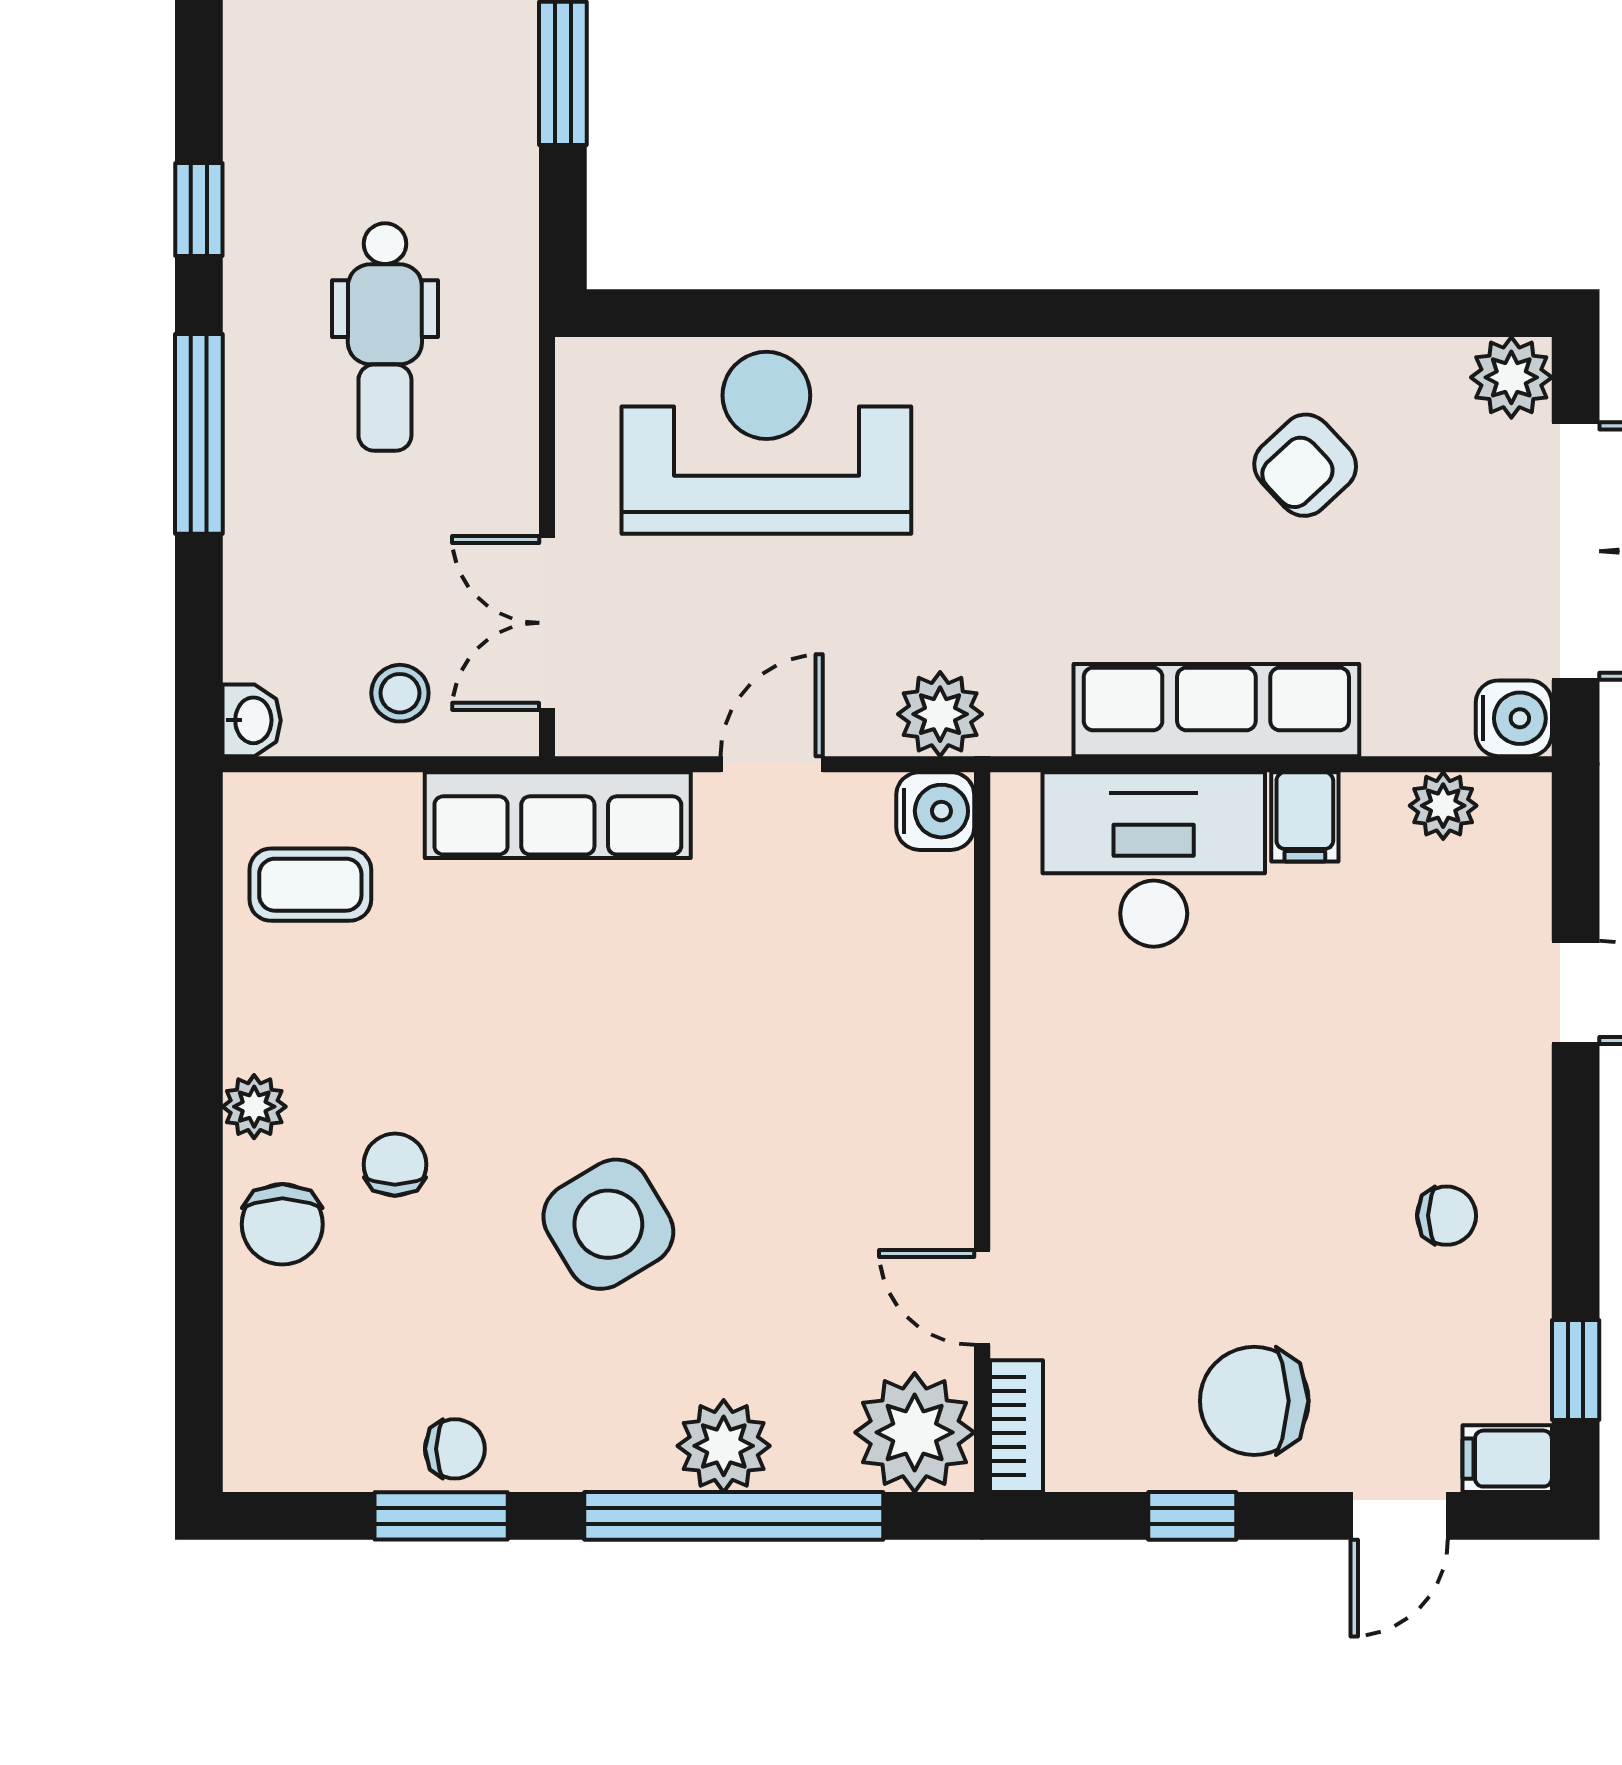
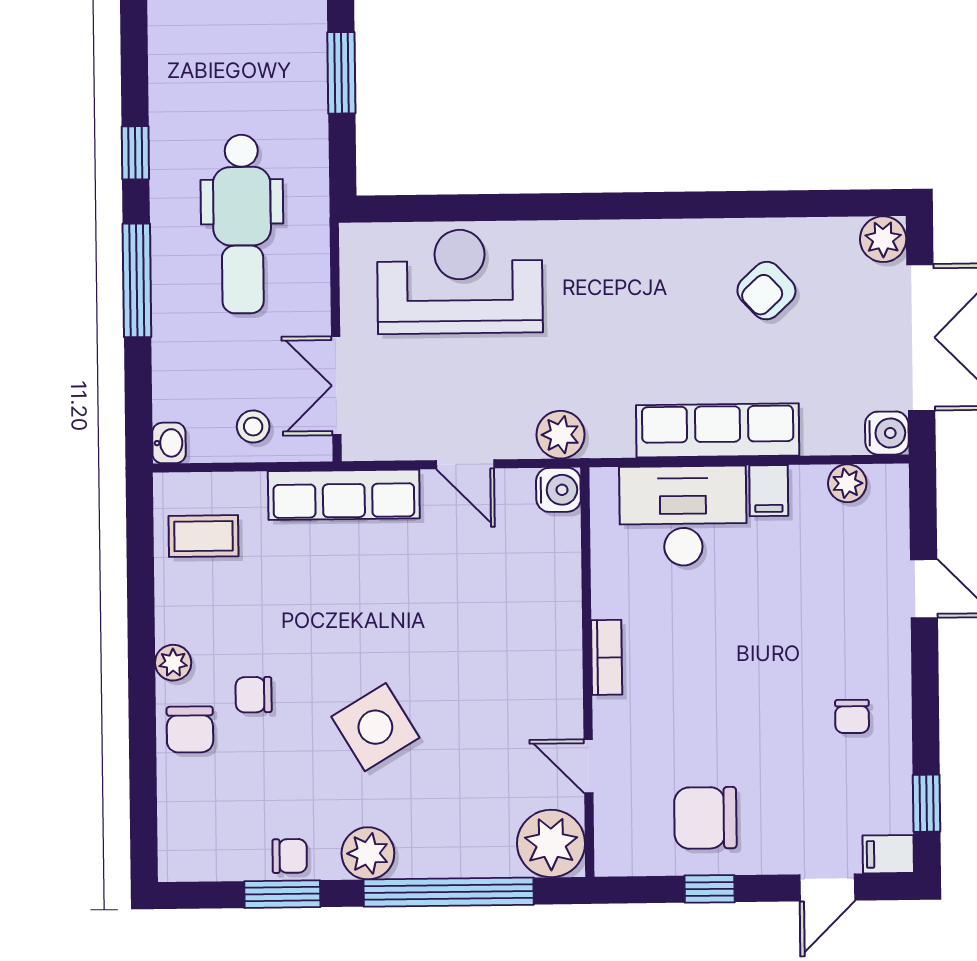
dental chair: (385, 337) -> (242, 224), width x1.36, depth x1.38
door: (772, 764) -> (465, 464), swing flipped
chair: (395, 1165) -> (254, 695), turned -90
chair: (1447, 1216) -> (852, 716), turned 90
chair: (1254, 1401) -> (705, 818), moved
bookcase: (1016, 1426) -> (607, 657), moved
plant: (724, 1446) -> (368, 853), moved

